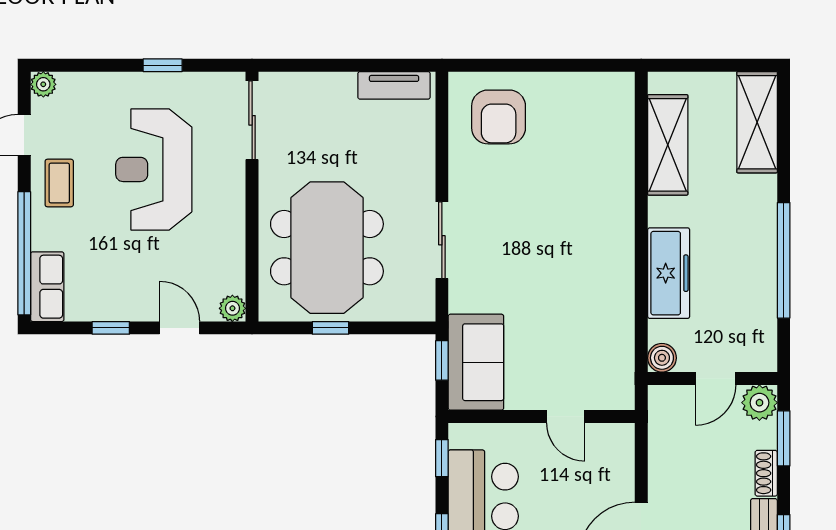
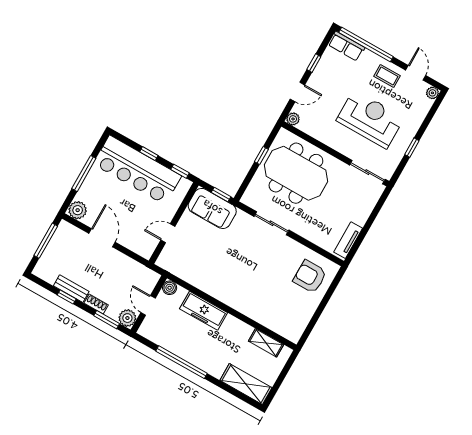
shelving: (668, 145) -> (266, 343), width x0.67, depth x0.75

